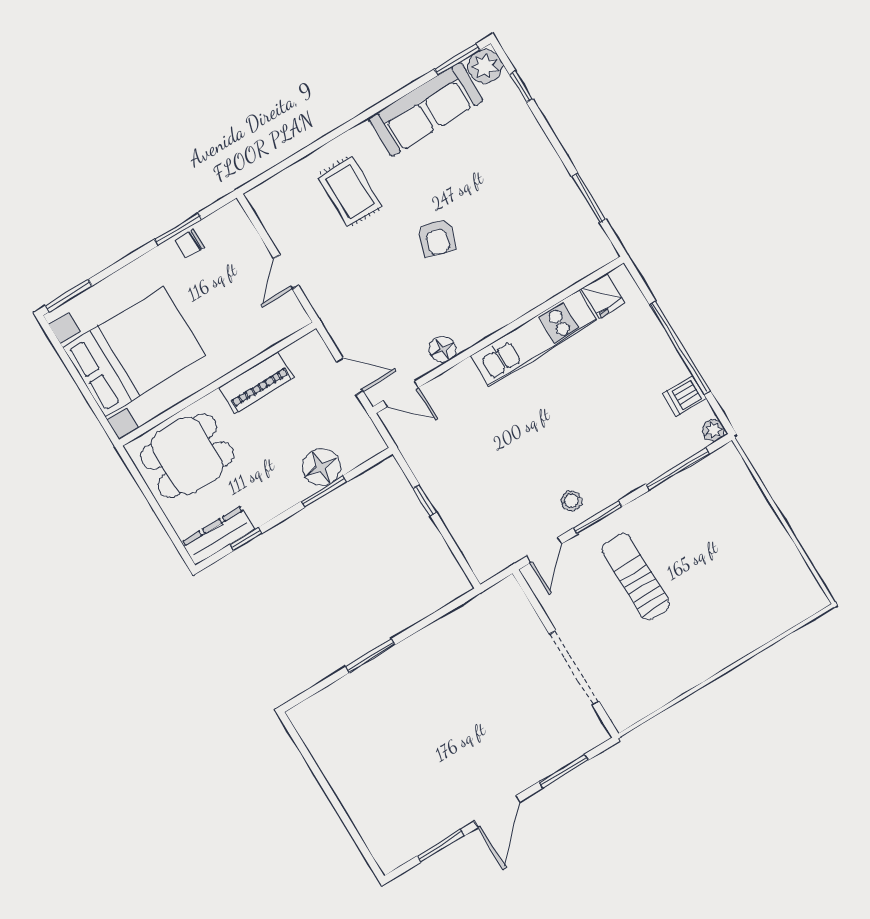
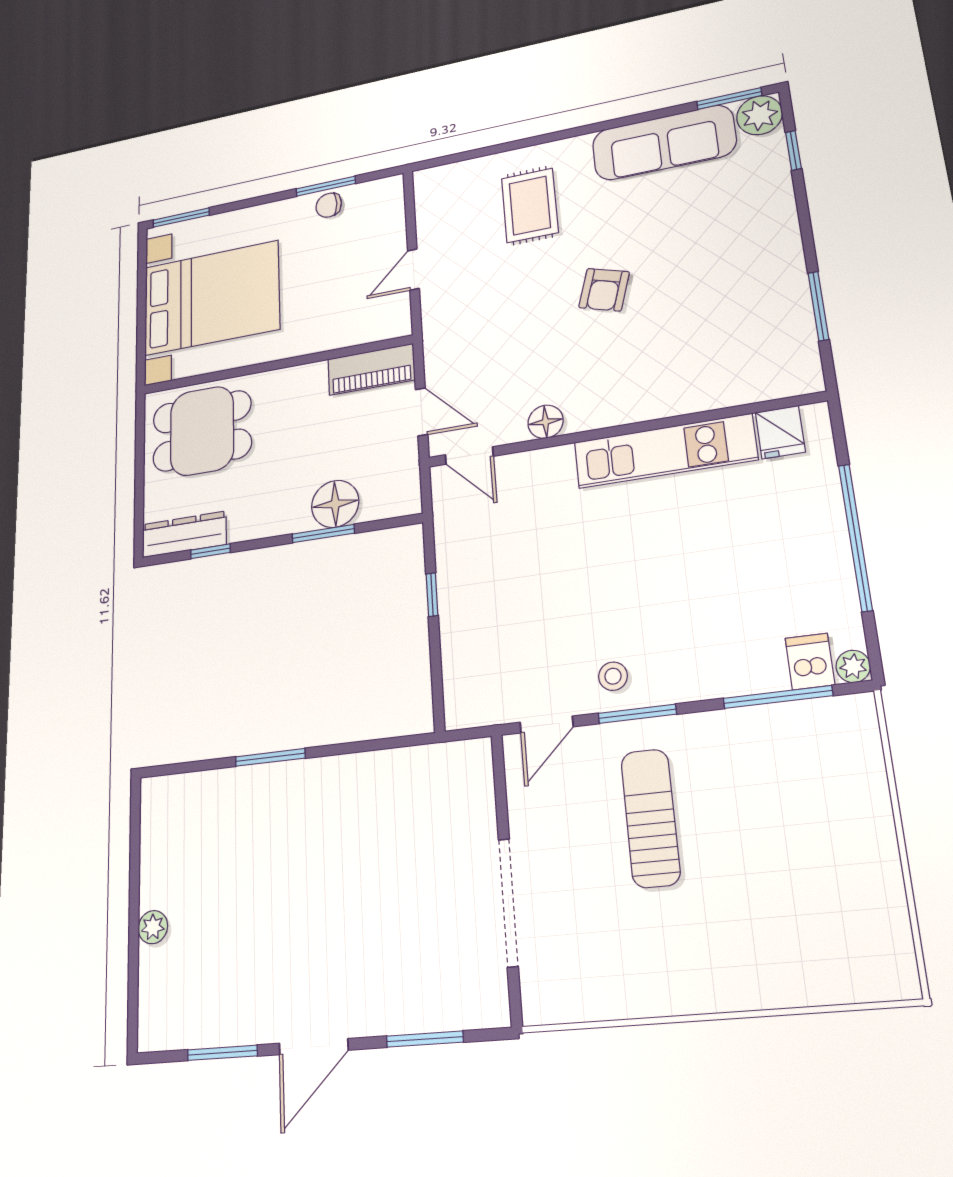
piano: (257, 382) -> (371, 369), moved
dishwasher: (685, 396) -> (810, 661), moved, turned 90
plant: (350, 798) -> (153, 927), added

